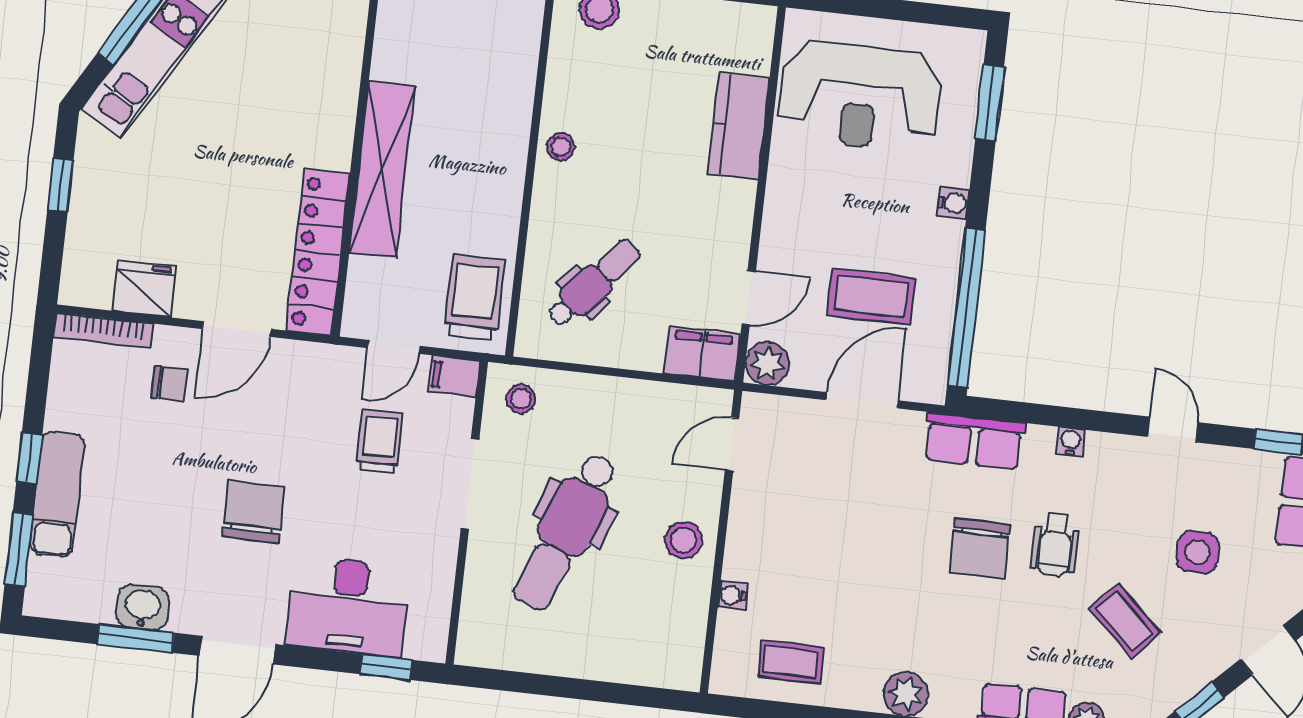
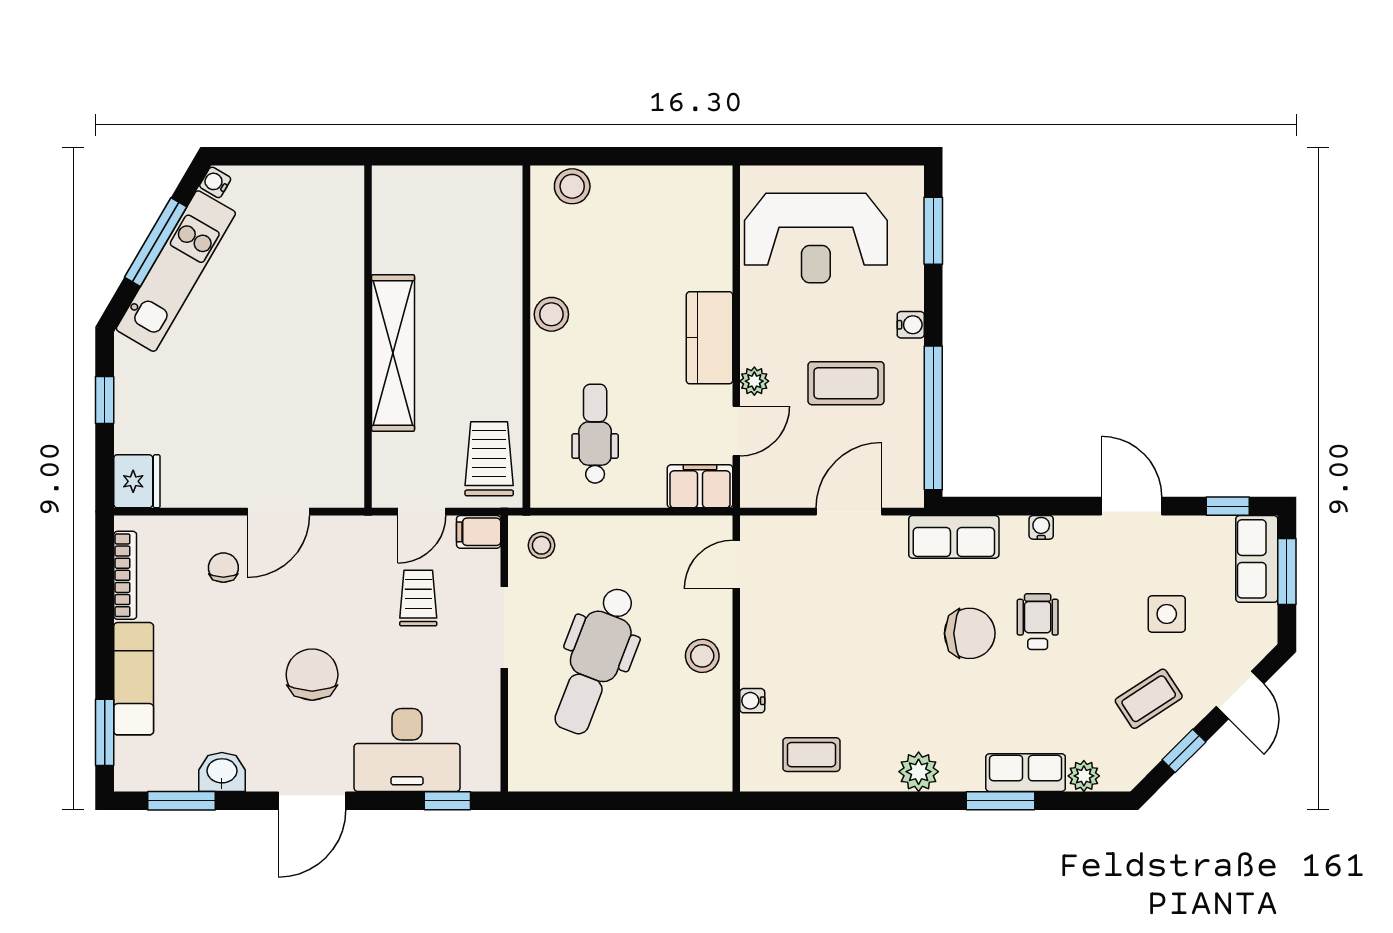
kitchen counter: (738, 126) -> (709, 338), moved
stool: (561, 147) -> (551, 314), width x1.37, depth x1.37
locker: (318, 252) -> (343, 434), removed
dental chair: (594, 283) -> (595, 434), turned -41
fridge: (144, 289) -> (137, 481), moved, turned 90
coffee table: (871, 297) -> (846, 383), moved
bookcase: (103, 330) -> (125, 575), moved, turned -90
plant: (767, 364) -> (754, 381), moved, width x0.73, depth x0.73
chair: (170, 383) -> (223, 568), turned -90
door: (1173, 430) -> (1132, 506), width x1.38
window: (29, 459) -> (105, 650), removed
wheelchair: (1055, 544) -> (1038, 622), turned 180
chair: (979, 549) -> (970, 633), turned -90
coffee table: (1125, 621) -> (1149, 699), moved, turned -76
window: (136, 638) -> (182, 801), moved

